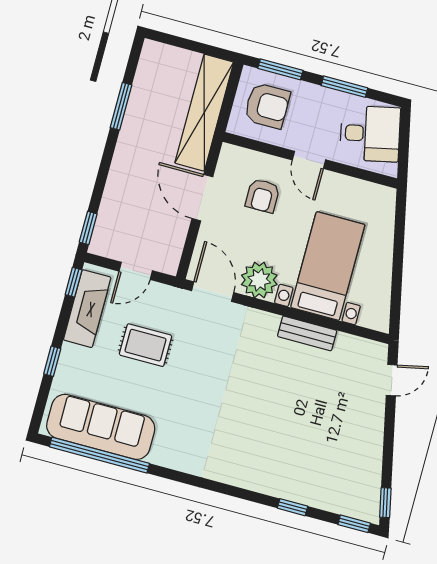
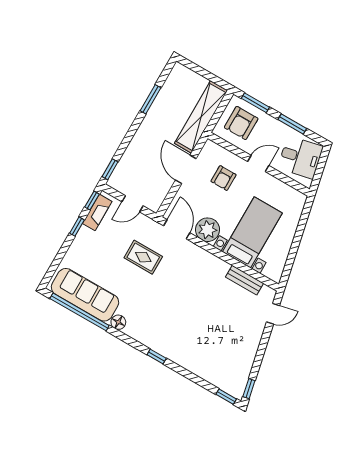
armchair: (267, 106) -> (241, 123), turned 90
door: (309, 160) -> (258, 163), swing flipped
fireplace: (87, 309) -> (97, 212), width x0.73, depth x0.76
bench: (307, 333) -> (244, 280), moved
rug: (146, 345) -> (143, 257), moved
window: (52, 361) -> (77, 227), moved
floor lamp: (162, 455) -> (118, 322), added
window: (293, 507) -> (157, 356), moved

